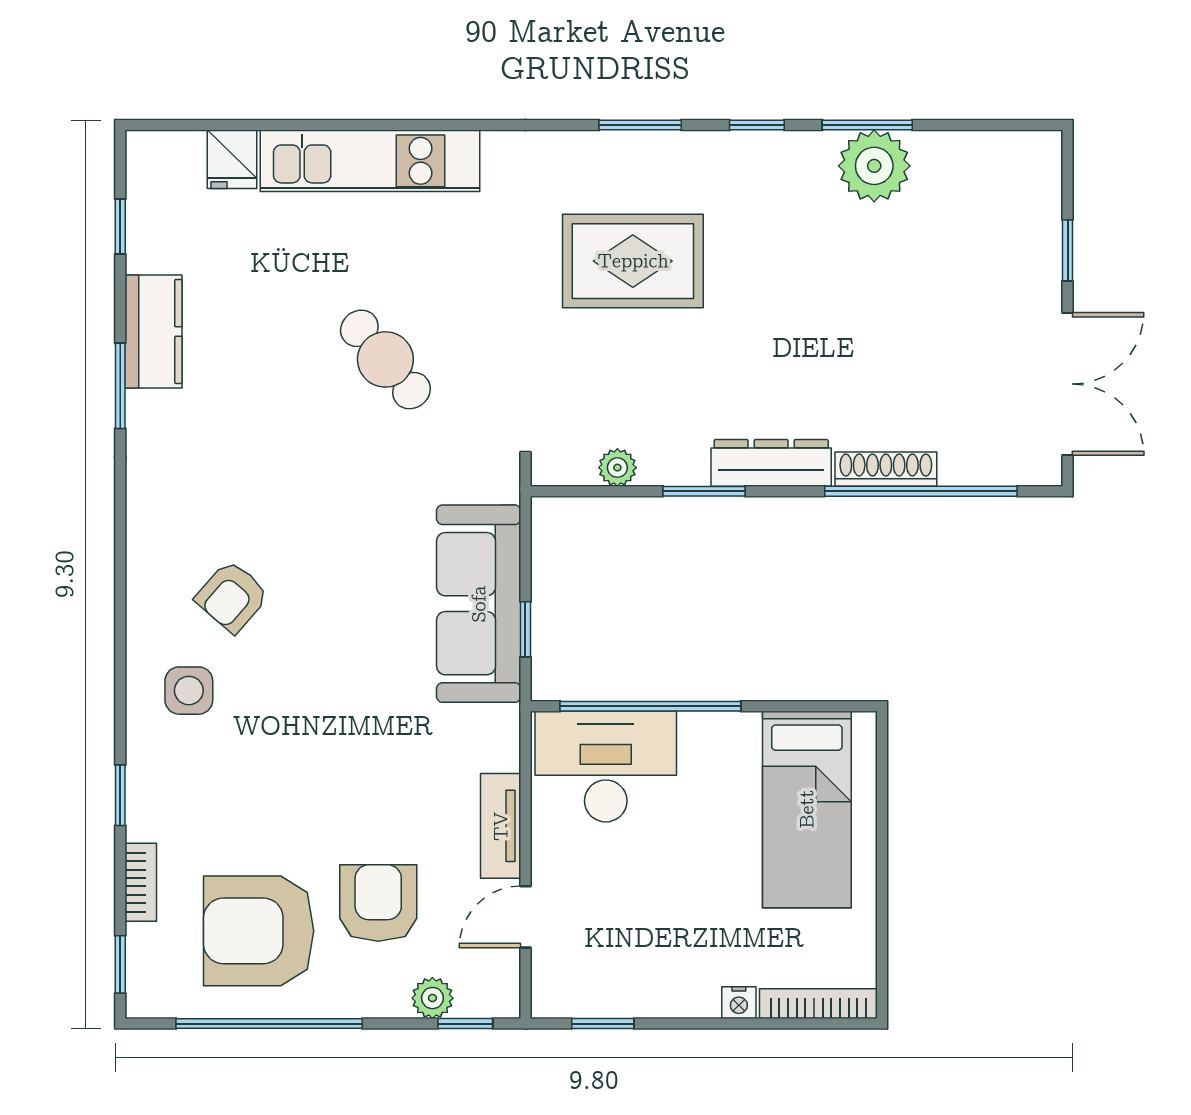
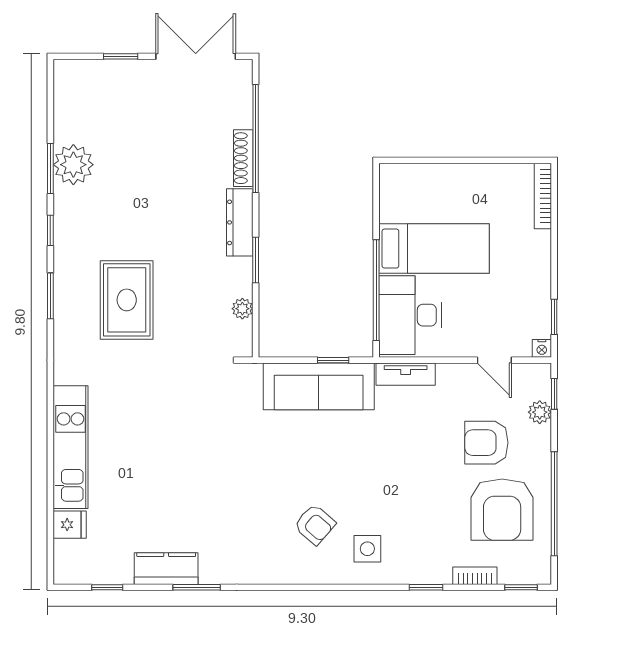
cafe table: (385, 359) -> (182, 439), removed
bed: (807, 809) -> (434, 249), moved
tv unit: (501, 826) -> (406, 374), moved
nightstand: (739, 1003) -> (542, 348), moved, turned 90

